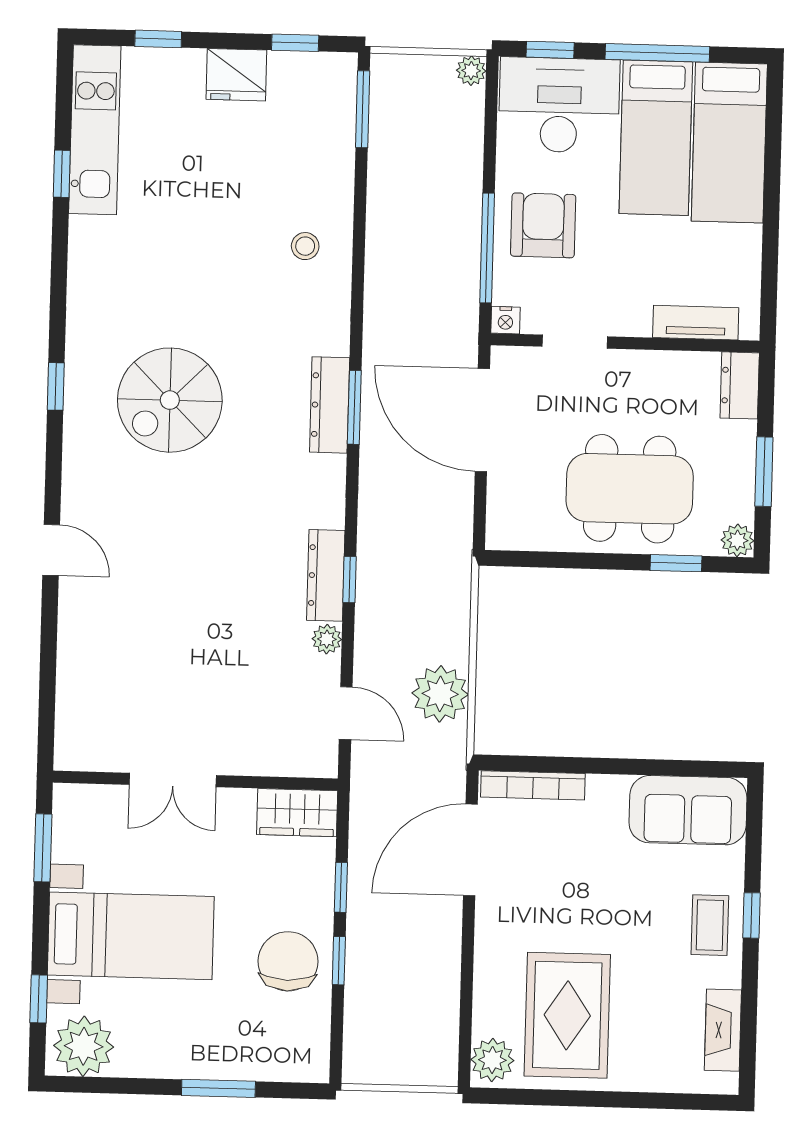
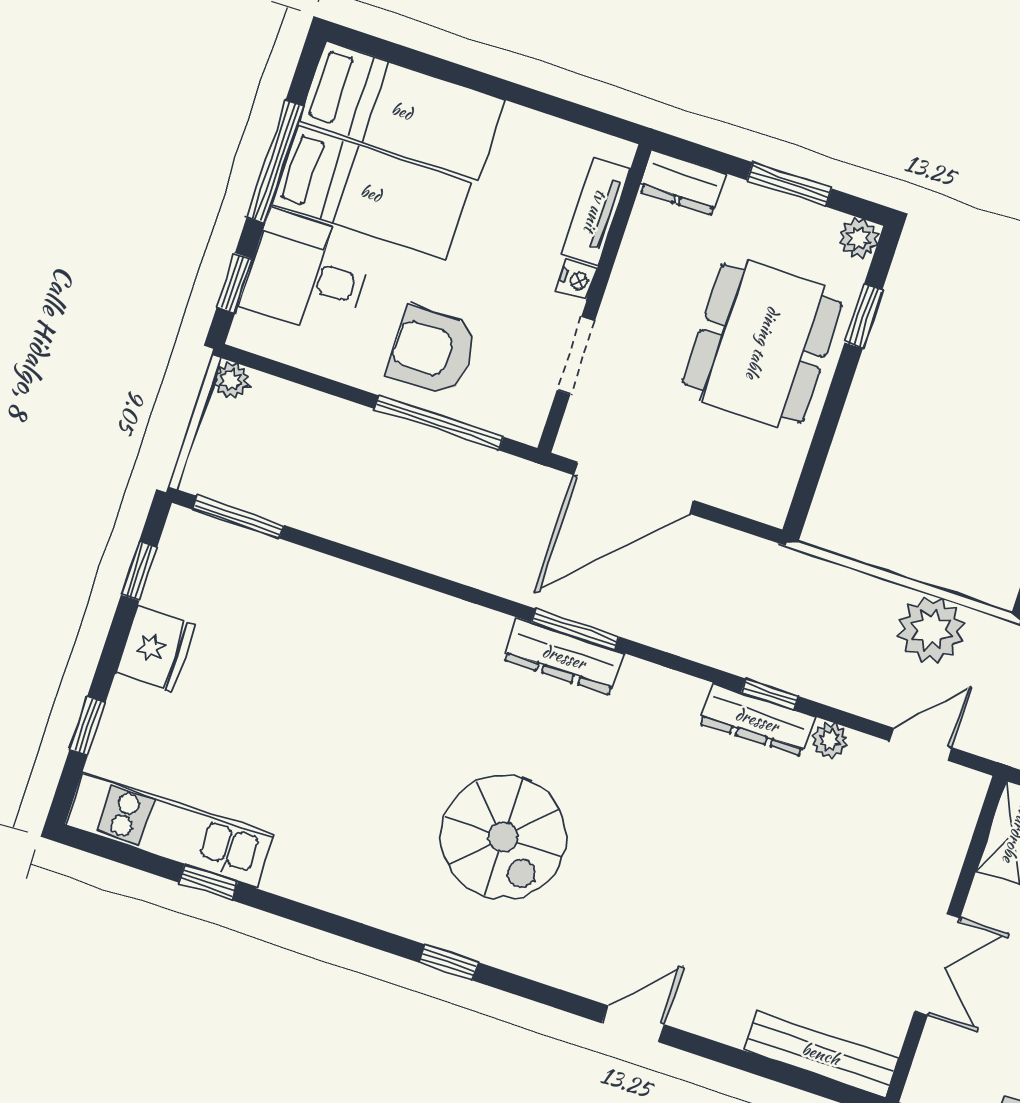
desk: (559, 105) -> (307, 273), width x0.73
stool: (305, 246) -> (374, 630), removed
nightstand: (505, 320) -> (577, 280), moved
bench: (72, 709) -> (821, 1054), added

